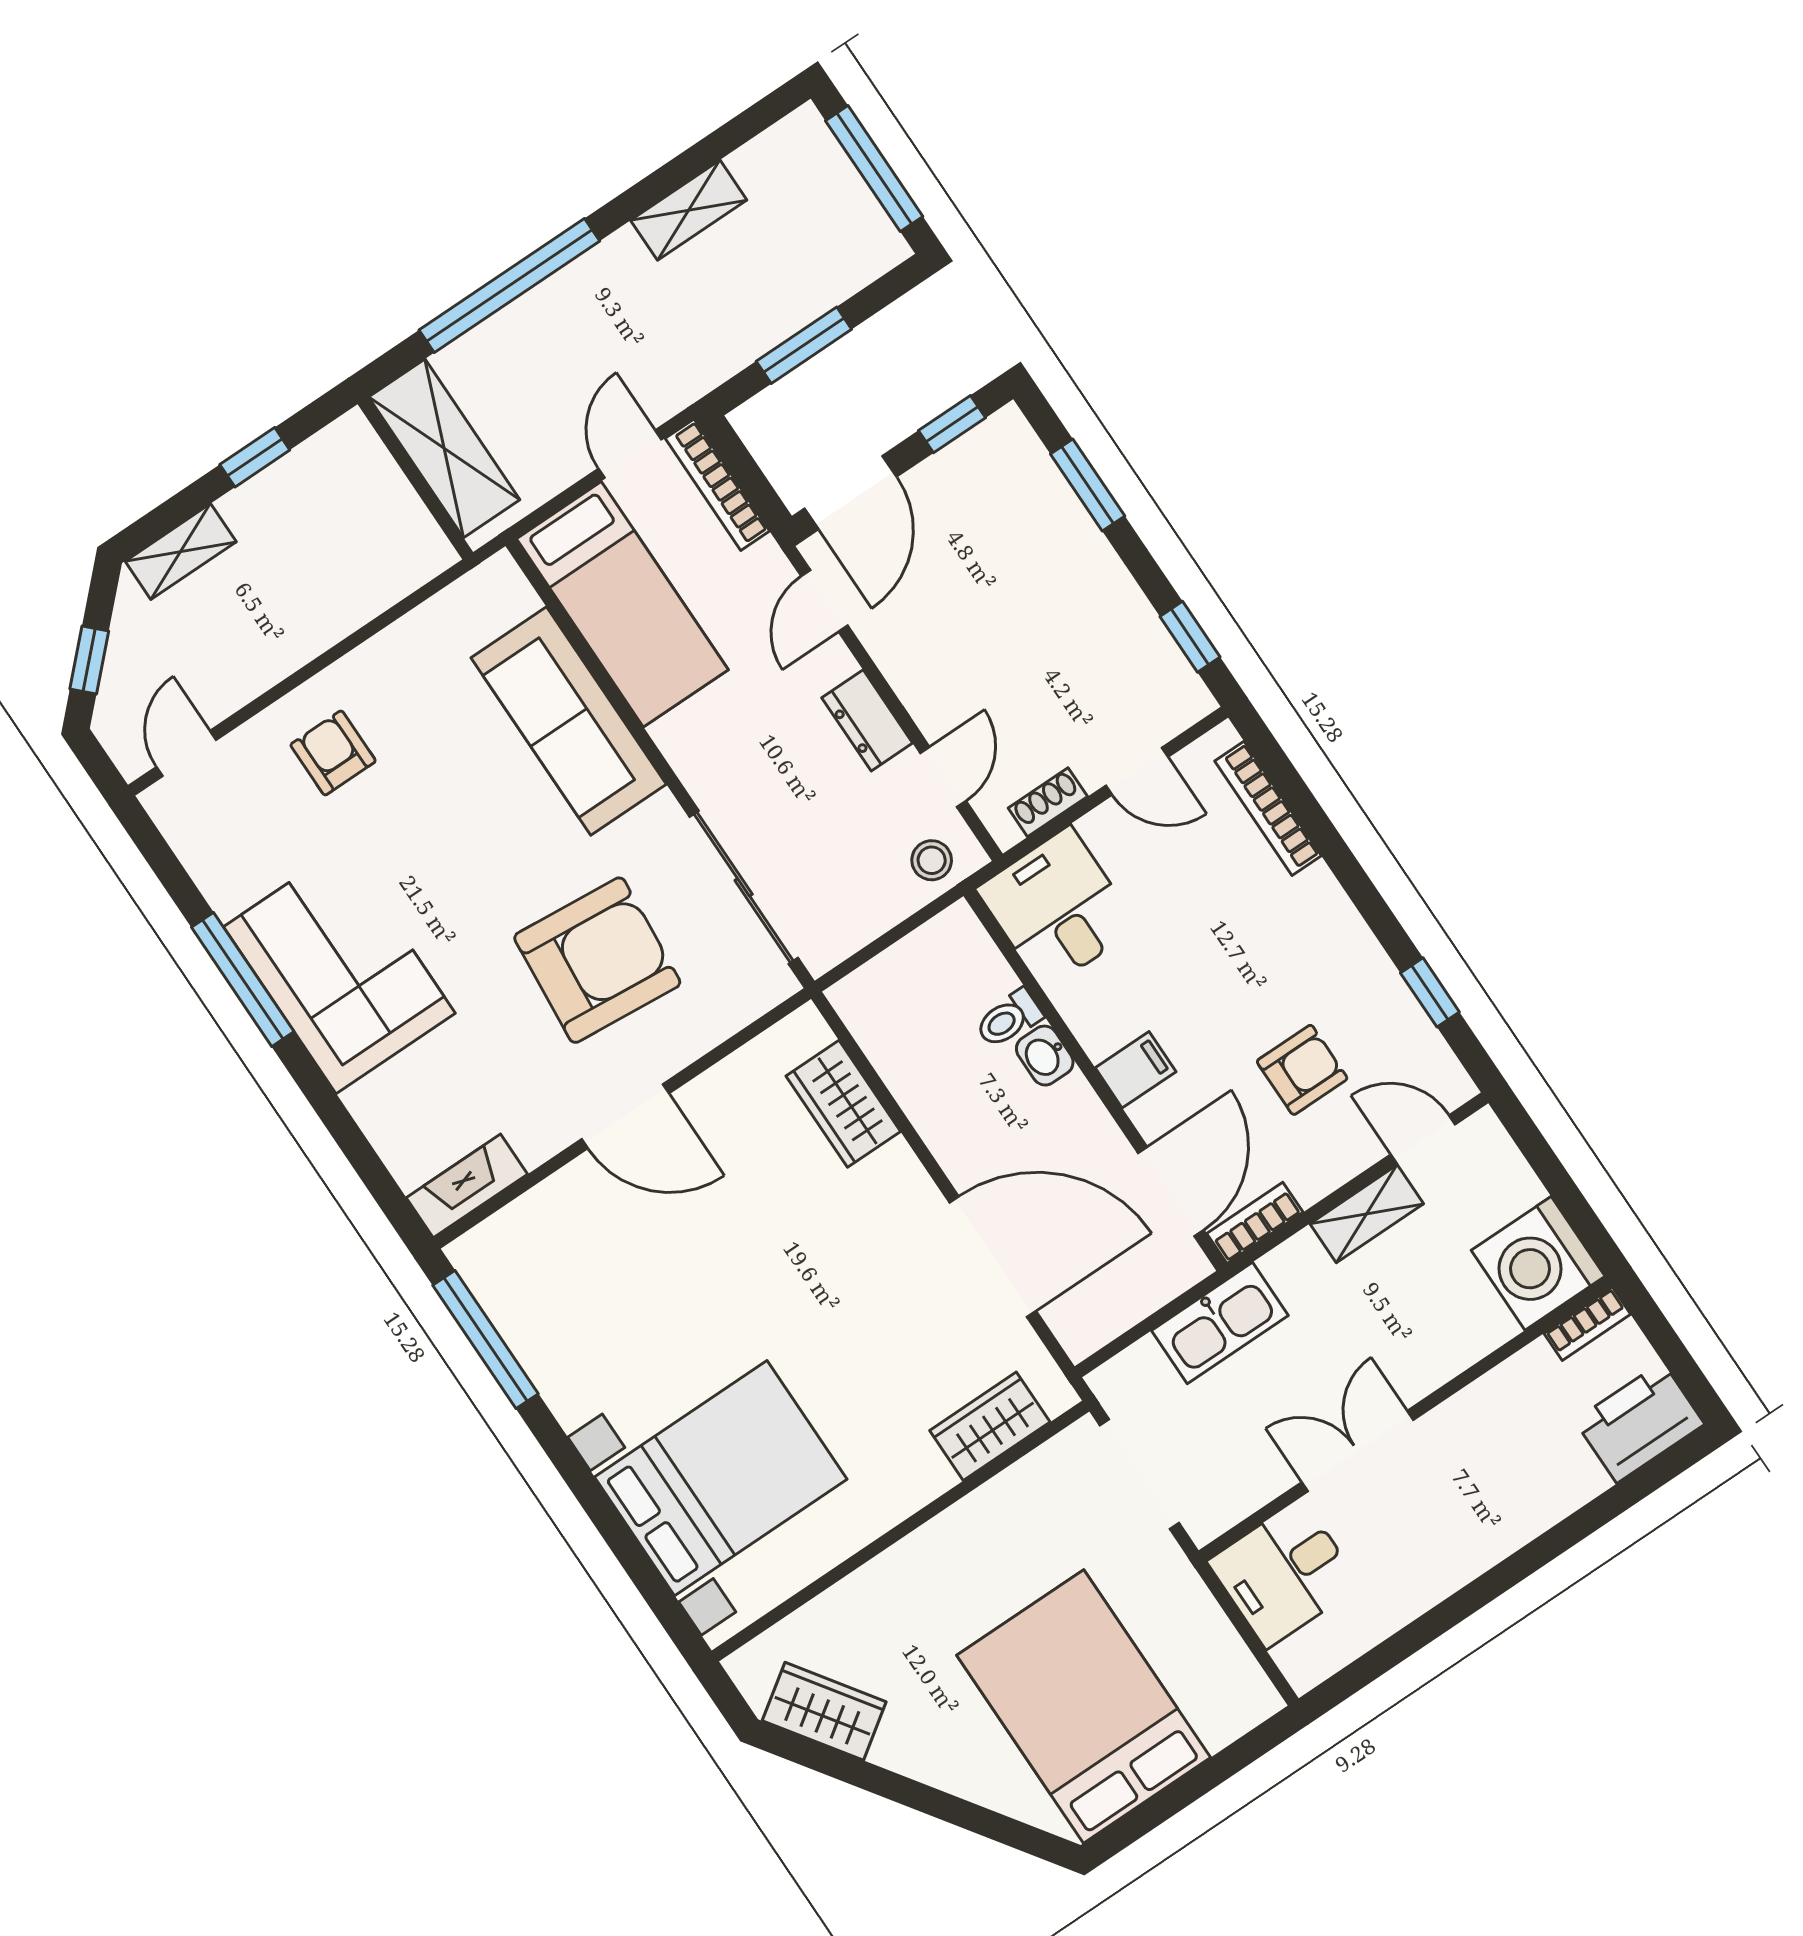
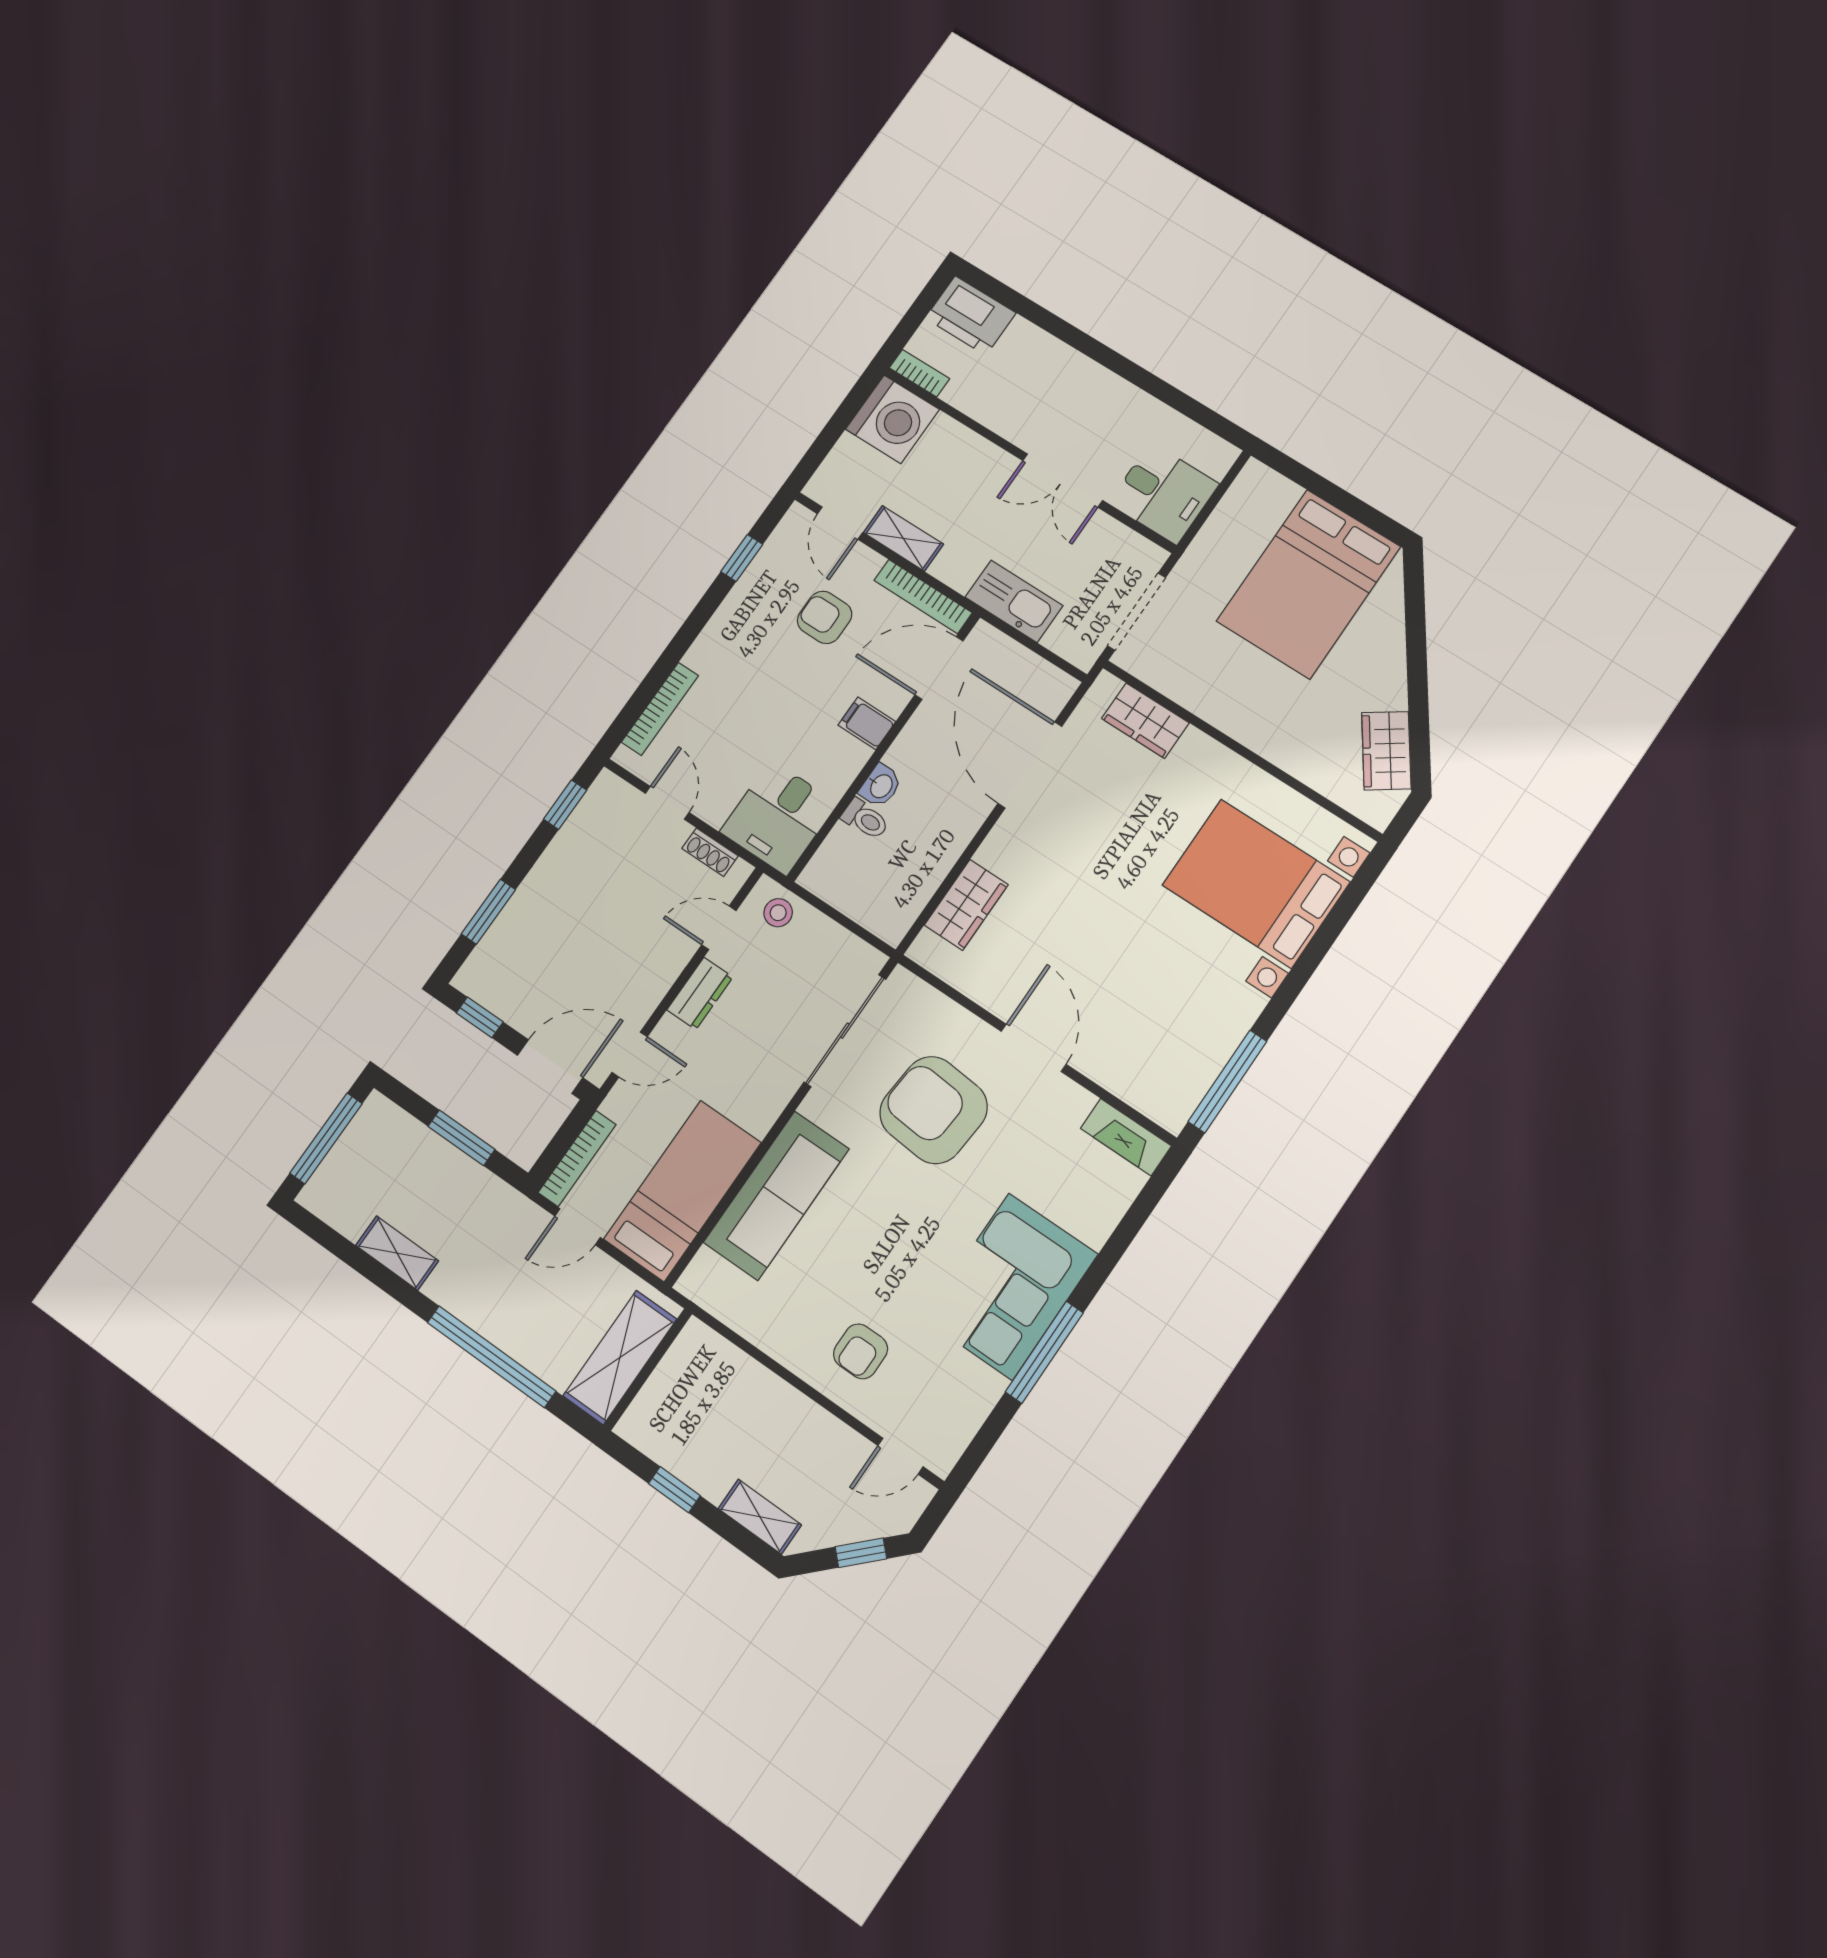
bookcase: (1255, 1223) -> (923, 596), width x1.56

